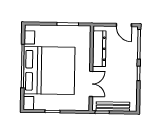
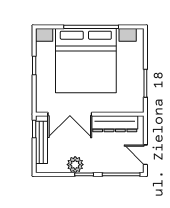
door: (124, 25) -> (145, 155), hinge flipped
plant: (131, 80) -> (75, 165), added
double door: (91, 84) -> (70, 114), width x1.37

